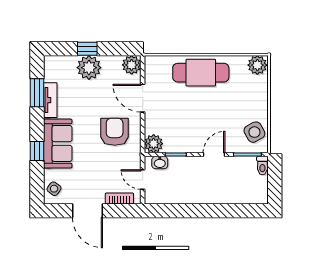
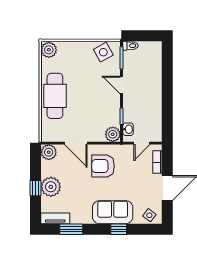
door: (143, 98) -> (76, 143), hinge flipped
tv unit: (50, 100) -> (55, 218), moved

